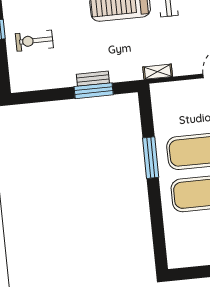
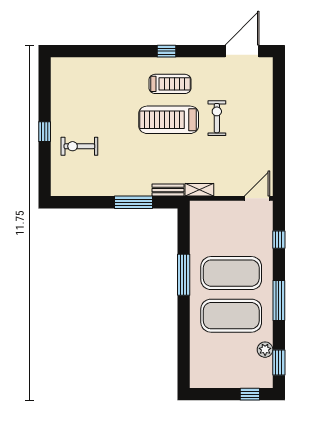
bench: (93, 79) -> (168, 190), moved

